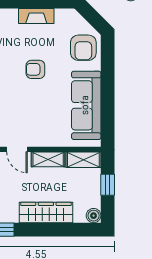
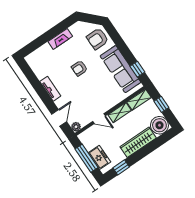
armchair: (83, 48) -> (98, 39), turned 90
window: (108, 120) -> (137, 69), added
boiler: (94, 216) -> (159, 125), width x1.86, depth x1.86

